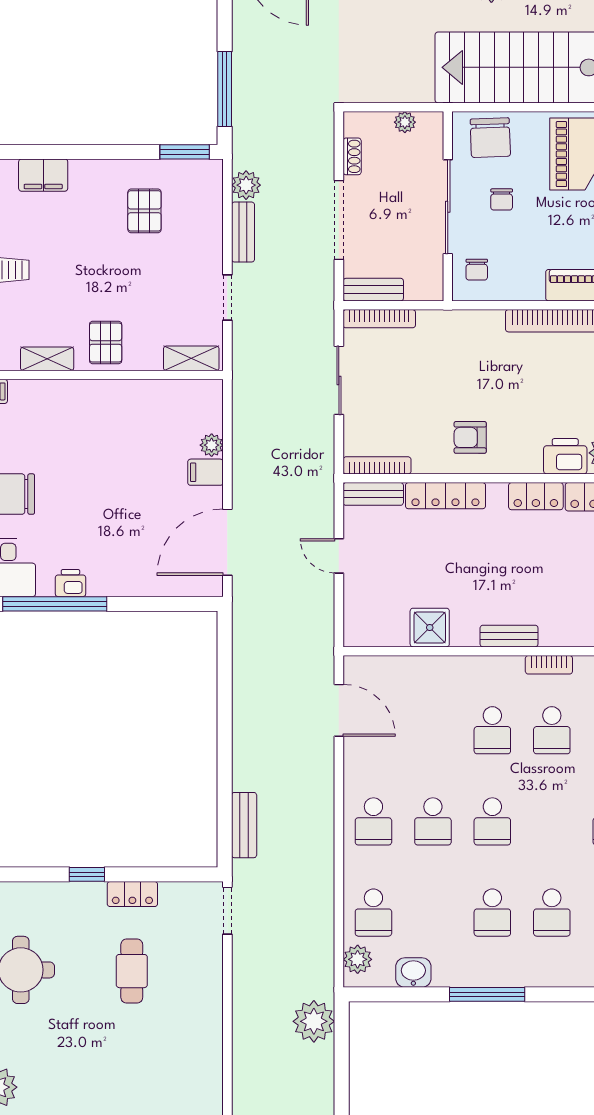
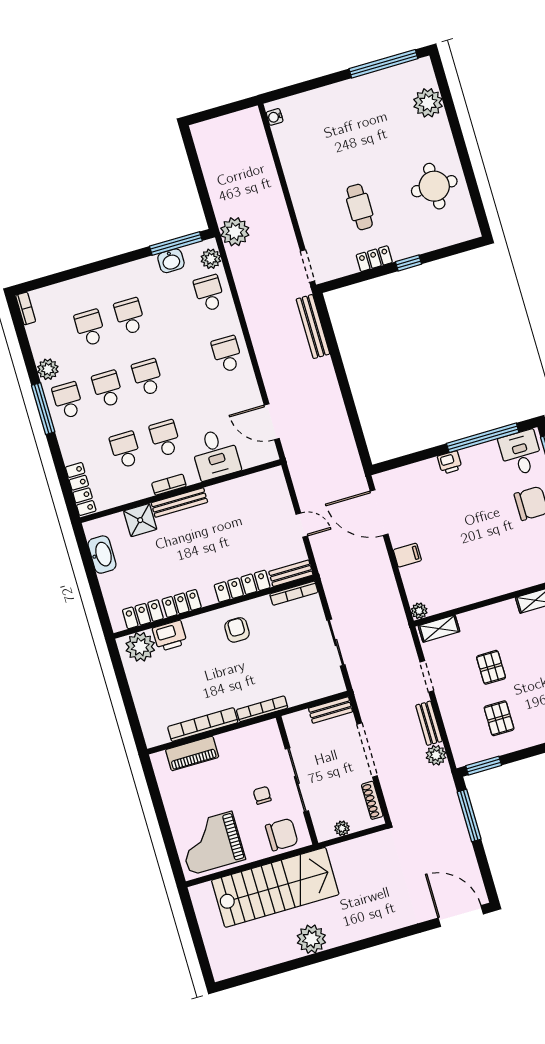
chair: (490, 138) -> (282, 835), turned 92
shoe rack: (352, 156) -> (372, 800), width x1.43
chair: (477, 270) -> (265, 744), removed
bookcase: (379, 319) -> (262, 709), moved
pallet: (106, 342) -> (491, 667), moved
armchair: (470, 437) -> (237, 630), turned -90
plant: (212, 445) -> (419, 611), moved
door: (227, 542) -> (379, 513), swing flipped
printer: (70, 583) -> (450, 462), moved
shower: (430, 628) -> (140, 520), moved
bench: (509, 636) -> (179, 503), width x1.36
bookcase: (549, 665) -> (169, 485), moved
desk: (429, 688) -> (215, 454), added
school desk: (433, 821) -> (108, 389), moved
bench: (244, 825) -> (313, 327), width x1.36
window: (487, 994) -> (176, 243), moved
plant: (314, 1021) -> (235, 232), moved

